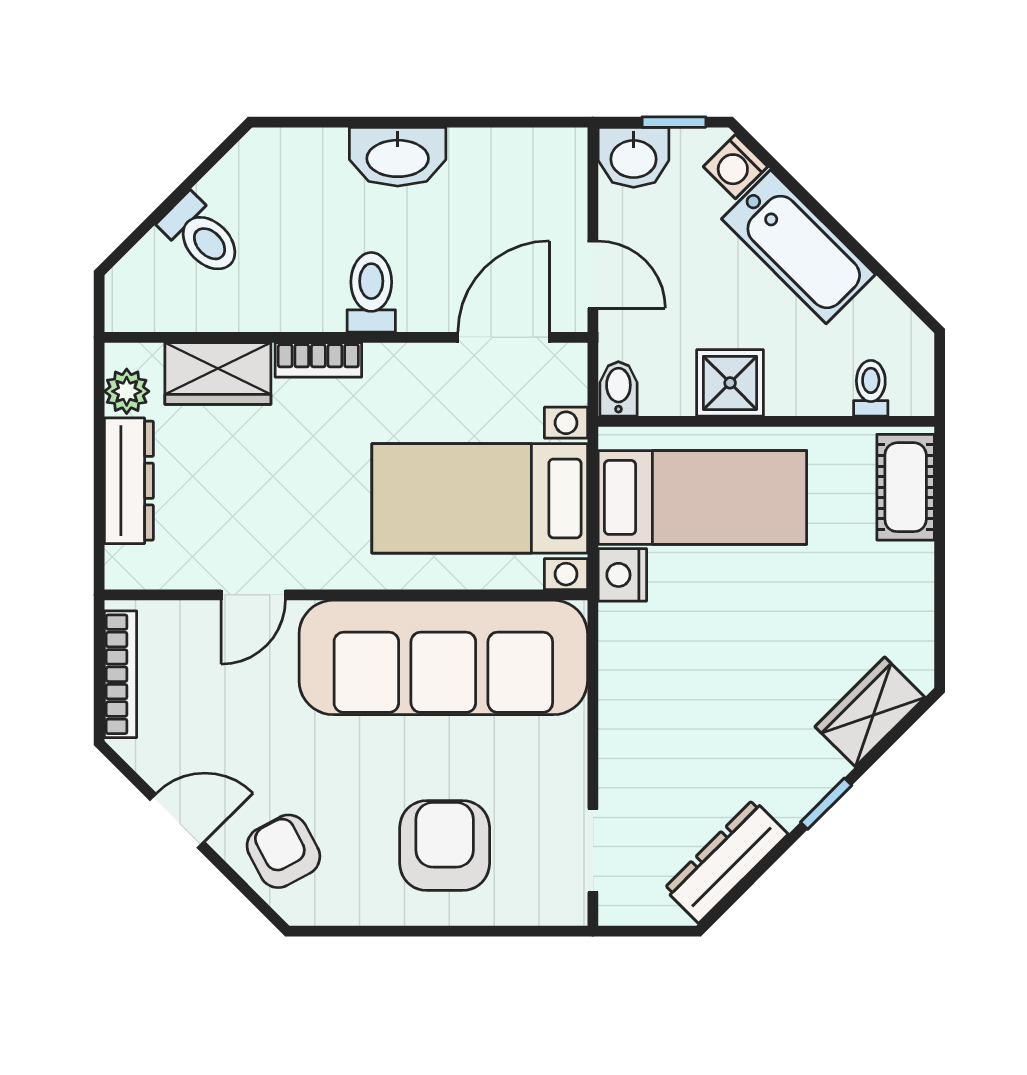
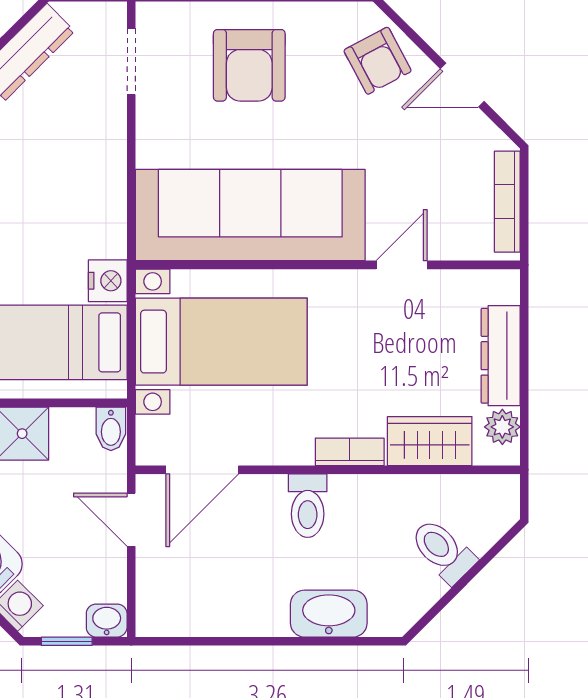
washbasin: (398, 157) -> (329, 614), moved
washbasin: (634, 157) -> (107, 621), width x0.72, depth x0.69

